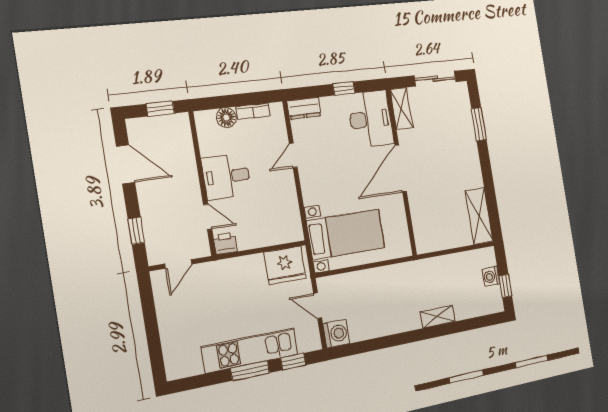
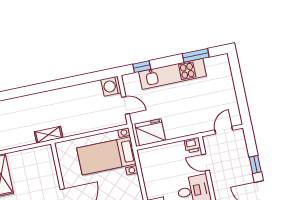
window: (136, 231) -> (255, 165), moved
shelving: (438, 317) -> (49, 135), moved
window: (250, 371) -> (196, 55), moved

